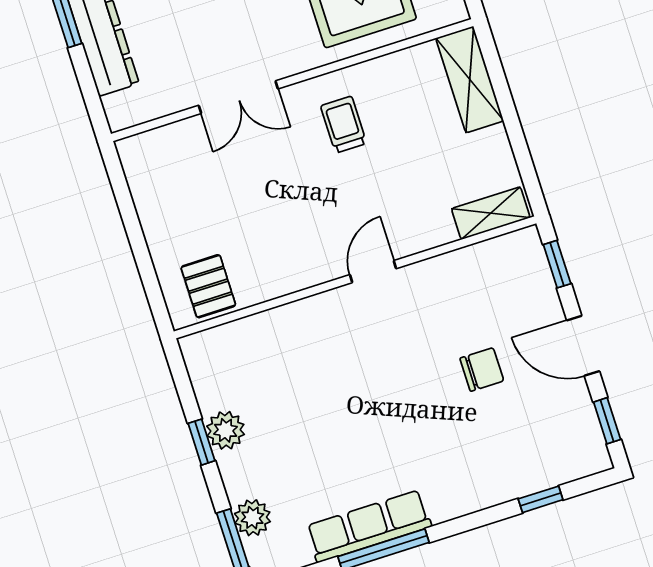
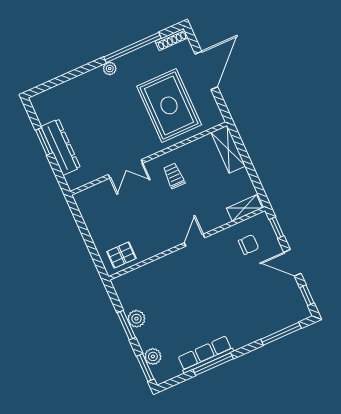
pallet: (208, 286) -> (122, 255), turned 90
chair: (482, 370) -> (249, 245), moved
window: (201, 442) -> (126, 325), width x1.50
window: (541, 499) -> (281, 334), width x2.17

